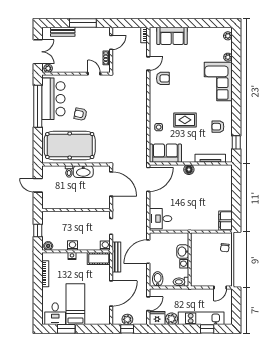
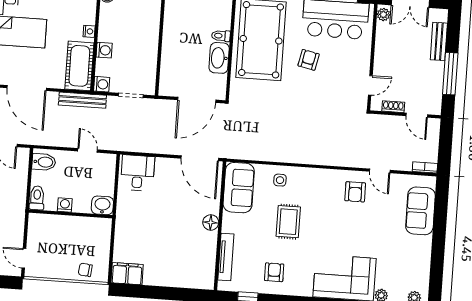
washing machine: (72, 245) -> (104, 50), moved
door: (148, 252) -> (87, 150), width x0.53
washbasin: (183, 252) -> (102, 205), moved
cot: (99, 259) -> (79, 66), width x1.37, depth x1.34

